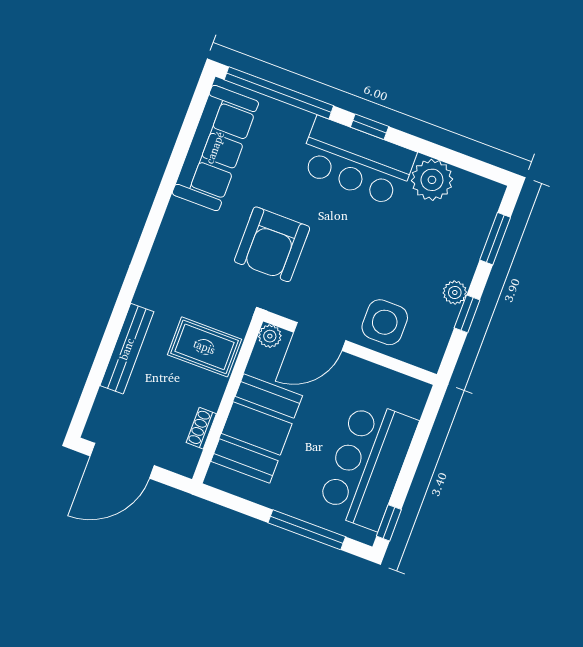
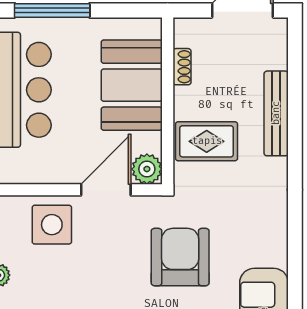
plant: (270, 336) -> (147, 169), width x1.38, depth x1.38

